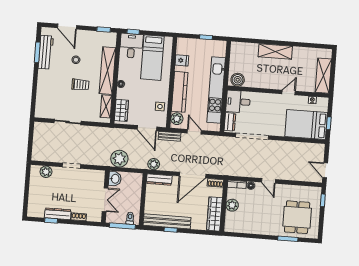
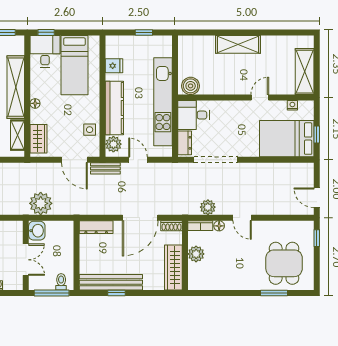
plant: (154, 164) -> (208, 207), moved

